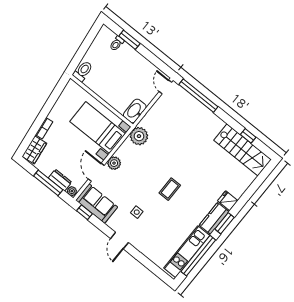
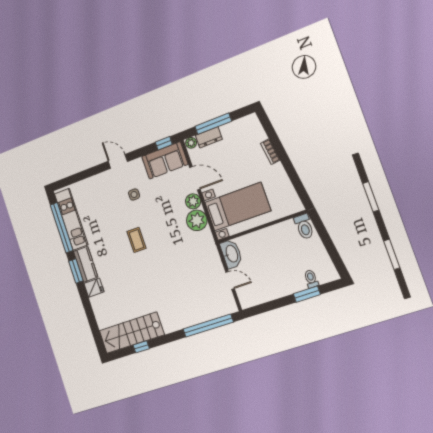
door: (165, 87) -> (230, 280), moved
plant: (139, 136) -> (197, 220), moved
wardrobe: (34, 150) -> (254, 129), removed

